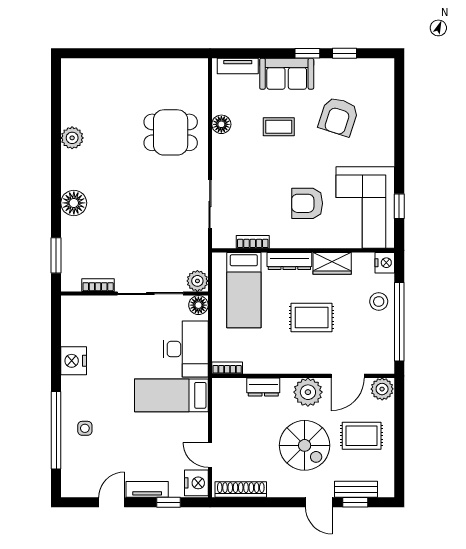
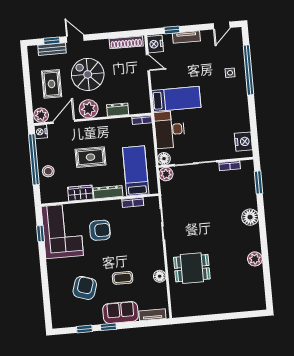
nightstand: (385, 263) -> (41, 132), moved
nightstand: (74, 361) -> (243, 142), moved
rug: (362, 436) -> (52, 84), turned 90
door: (112, 502) -> (222, 26), moved

